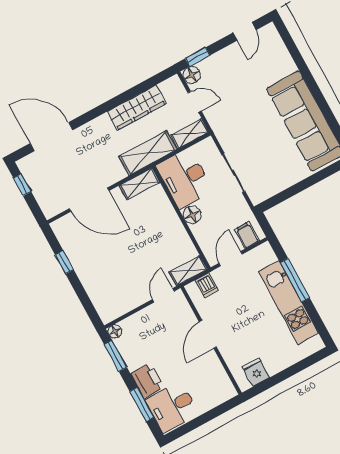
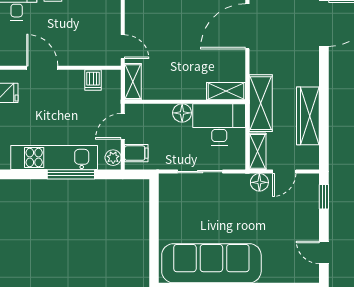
floor lamp: (192, 75) -> (259, 182), moved
shelving: (140, 184) -> (226, 91), moved, turned 90
plant: (261, 252) -> (113, 158), added
door: (231, 259) -> (123, 126), swing flipped
dishwasher: (207, 285) -> (93, 80), moved, turned -90
door: (208, 334) -> (42, 68), moved

